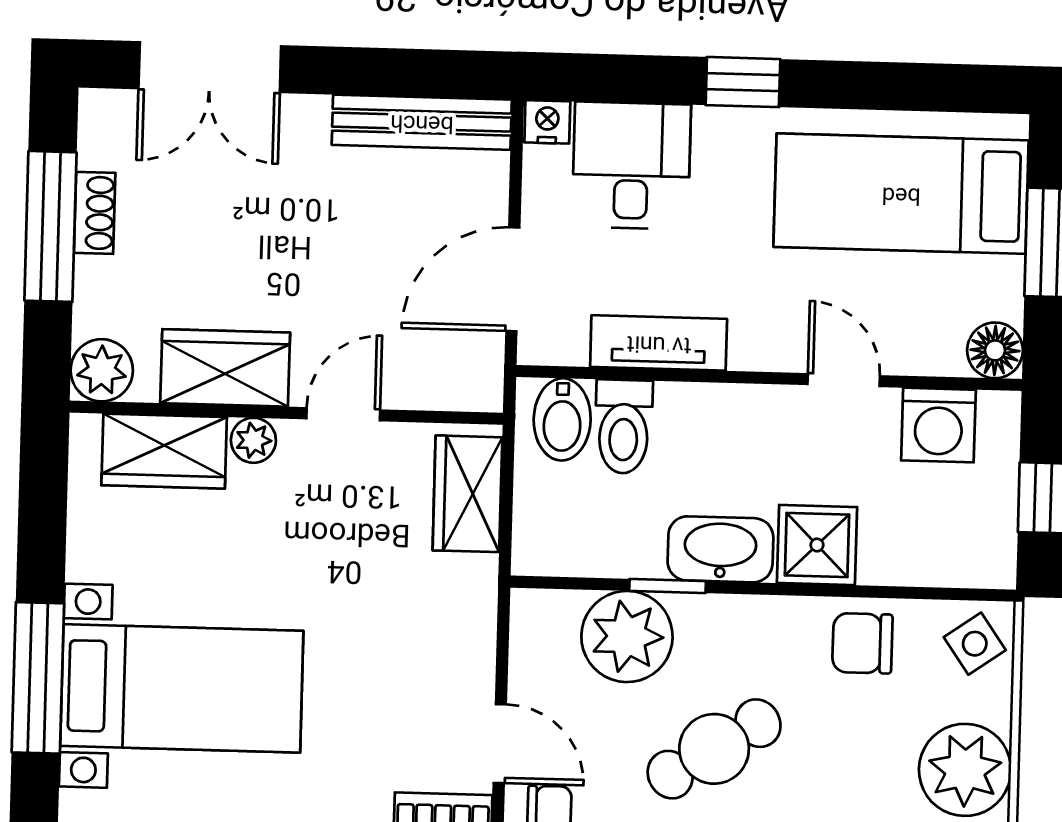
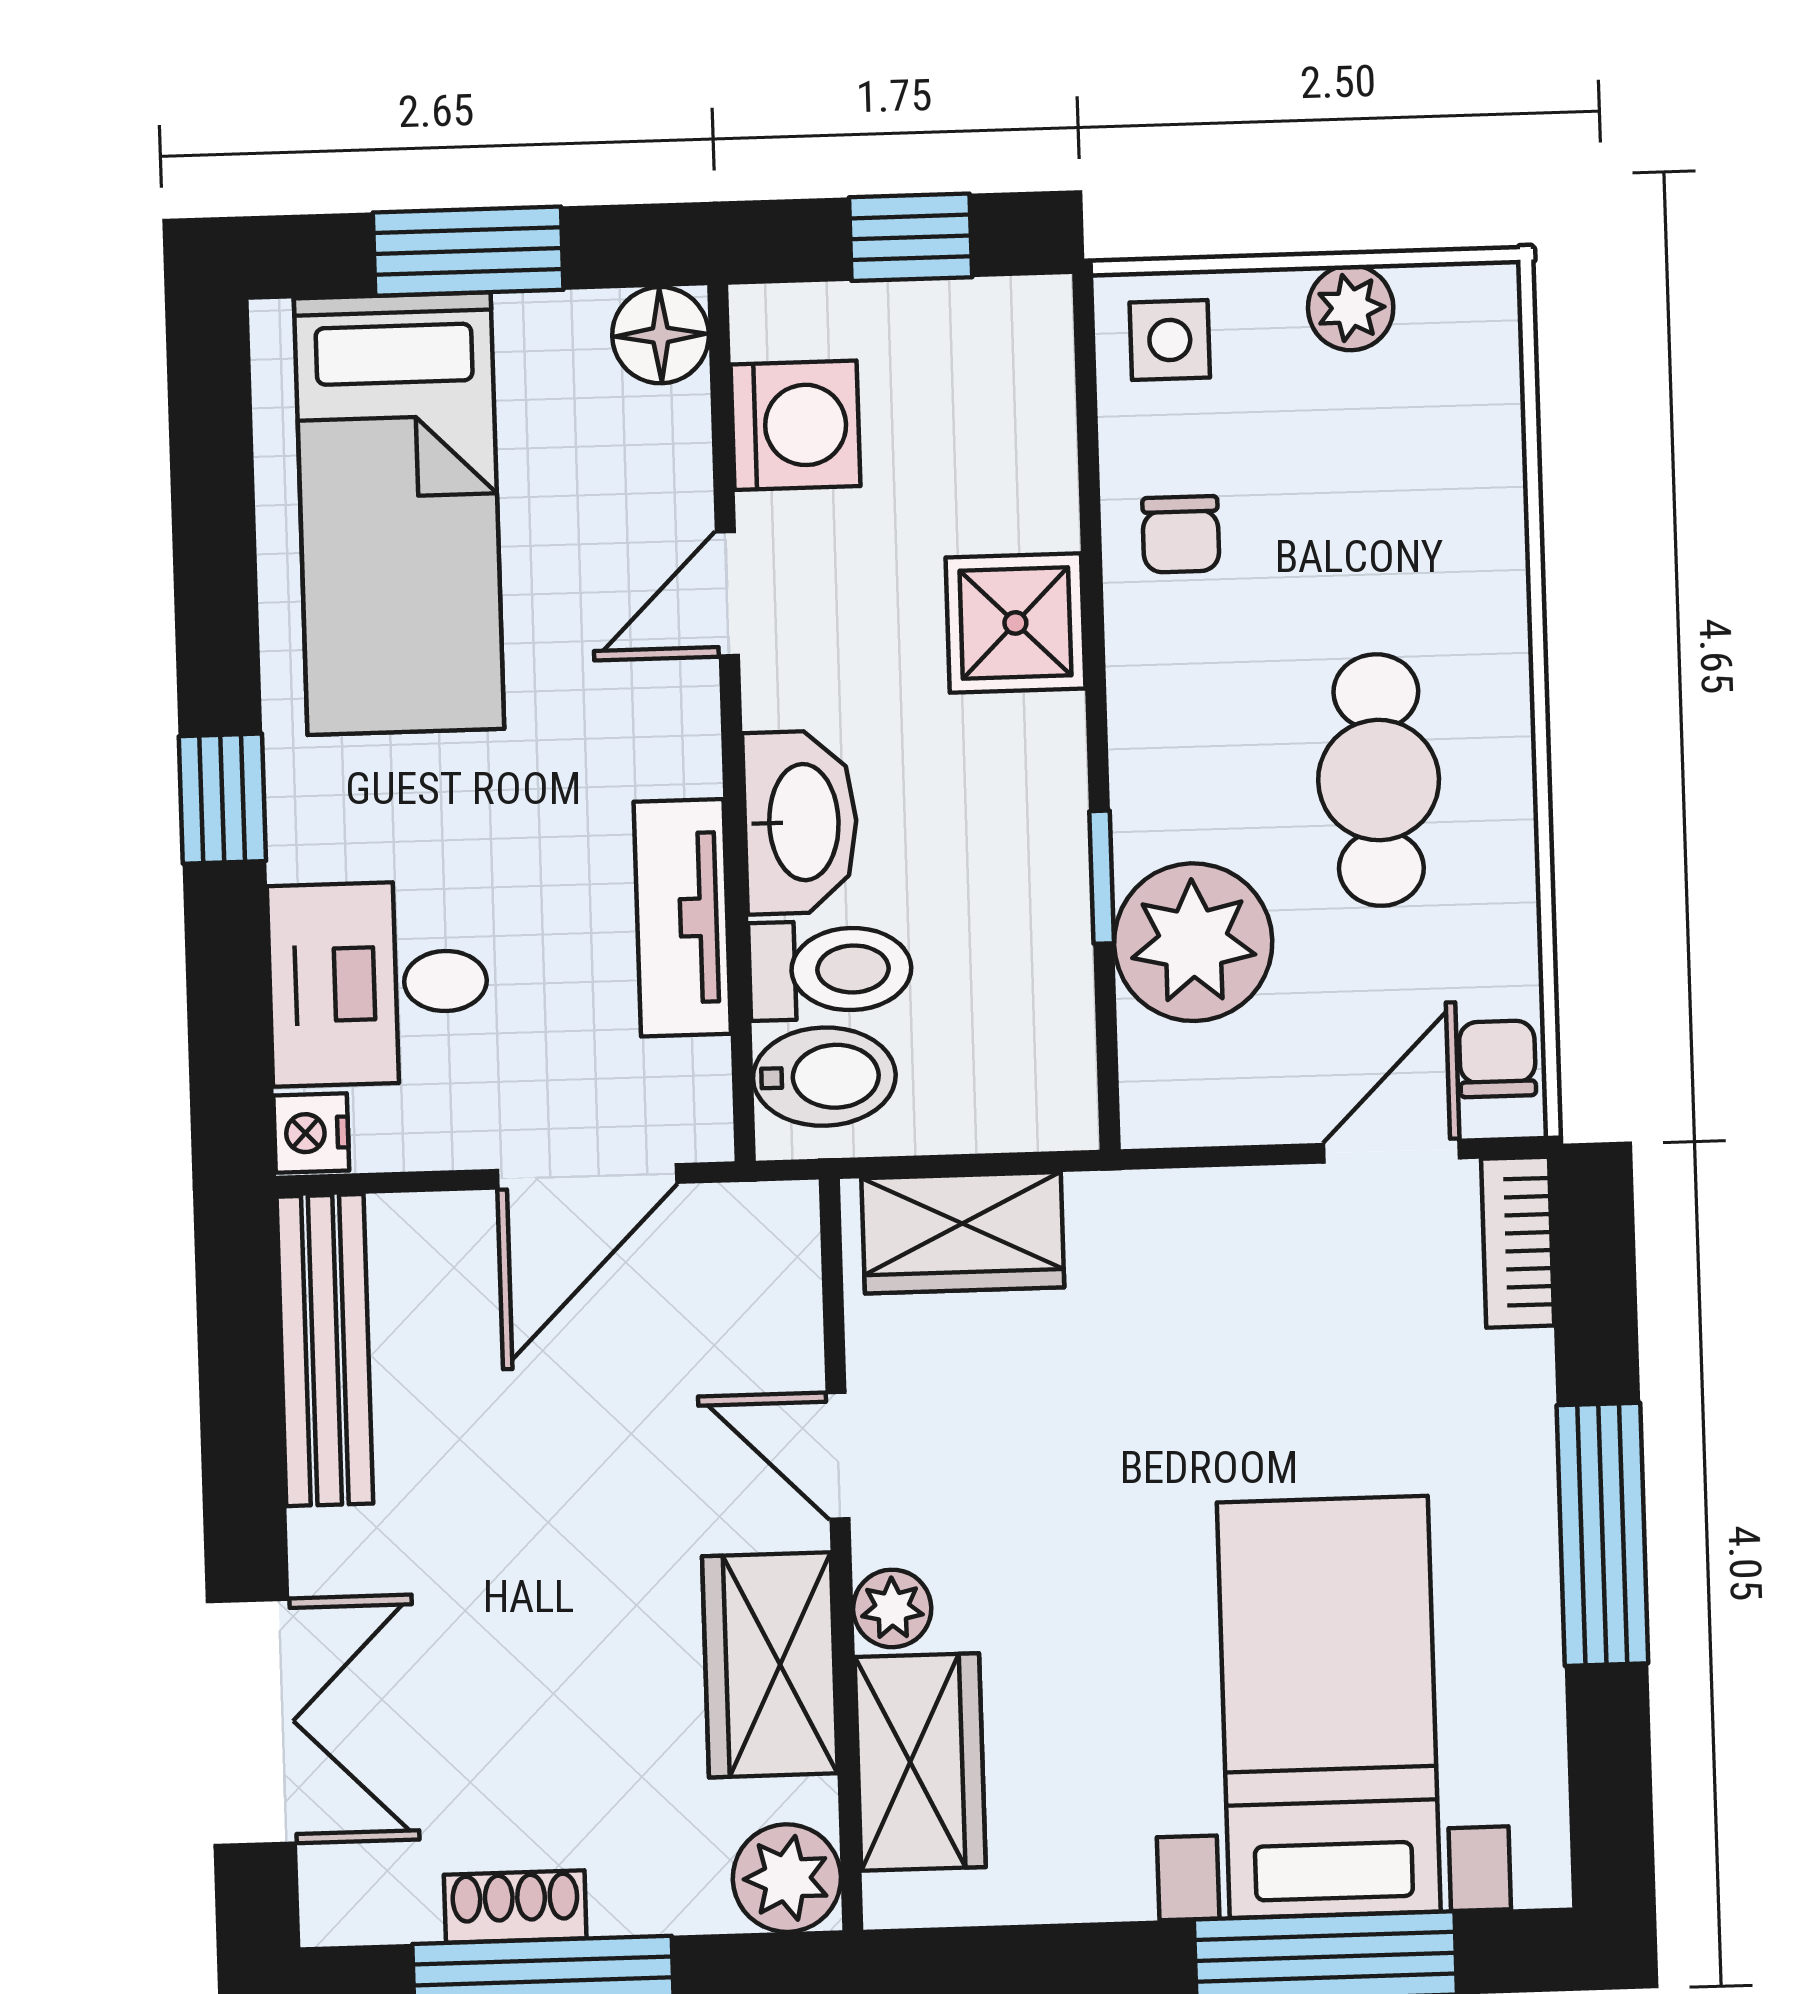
door: (513, 279) -> (587, 1176), hinge flipped
washbasin: (720, 549) -> (801, 822), moved, turned 180
chair: (862, 643) -> (1181, 534), width x0.73, depth x0.73
side table: (975, 644) -> (1170, 340), turned 35
cafe table: (714, 749) -> (1379, 780), turned 32
plant: (965, 770) -> (1351, 308), width x0.53, depth x0.53

